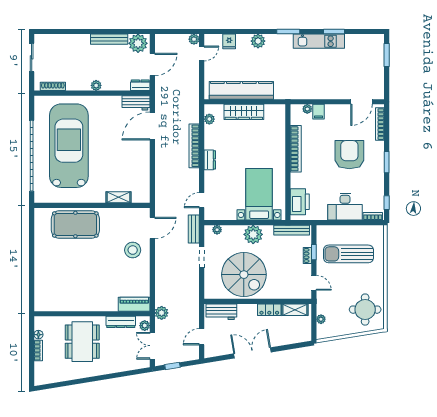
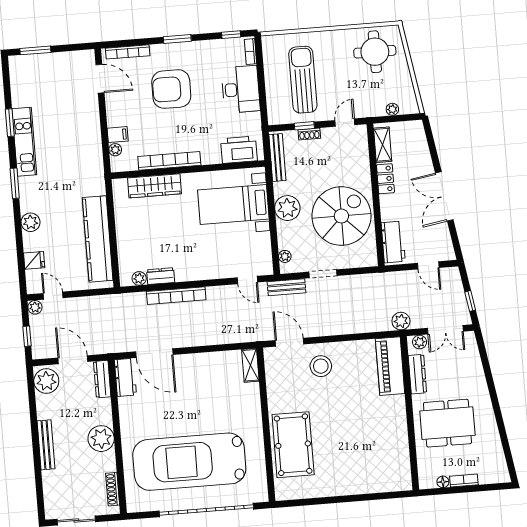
window: (173, 32) -> (27, 336), added
bench: (109, 39) -> (46, 445), moved
plant: (96, 85) -> (101, 439), width x1.87, depth x1.87
dresser: (140, 85) -> (102, 379), width x1.44
wardrobe: (244, 112) -> (154, 186), moved, turned 90
dresser: (210, 160) -> (161, 276), moved
shelving: (118, 197) -> (250, 365), moved
sun lounger: (349, 254) -> (303, 80), turned 180
piano: (134, 304) -> (390, 366), width x1.37, depth x1.33

